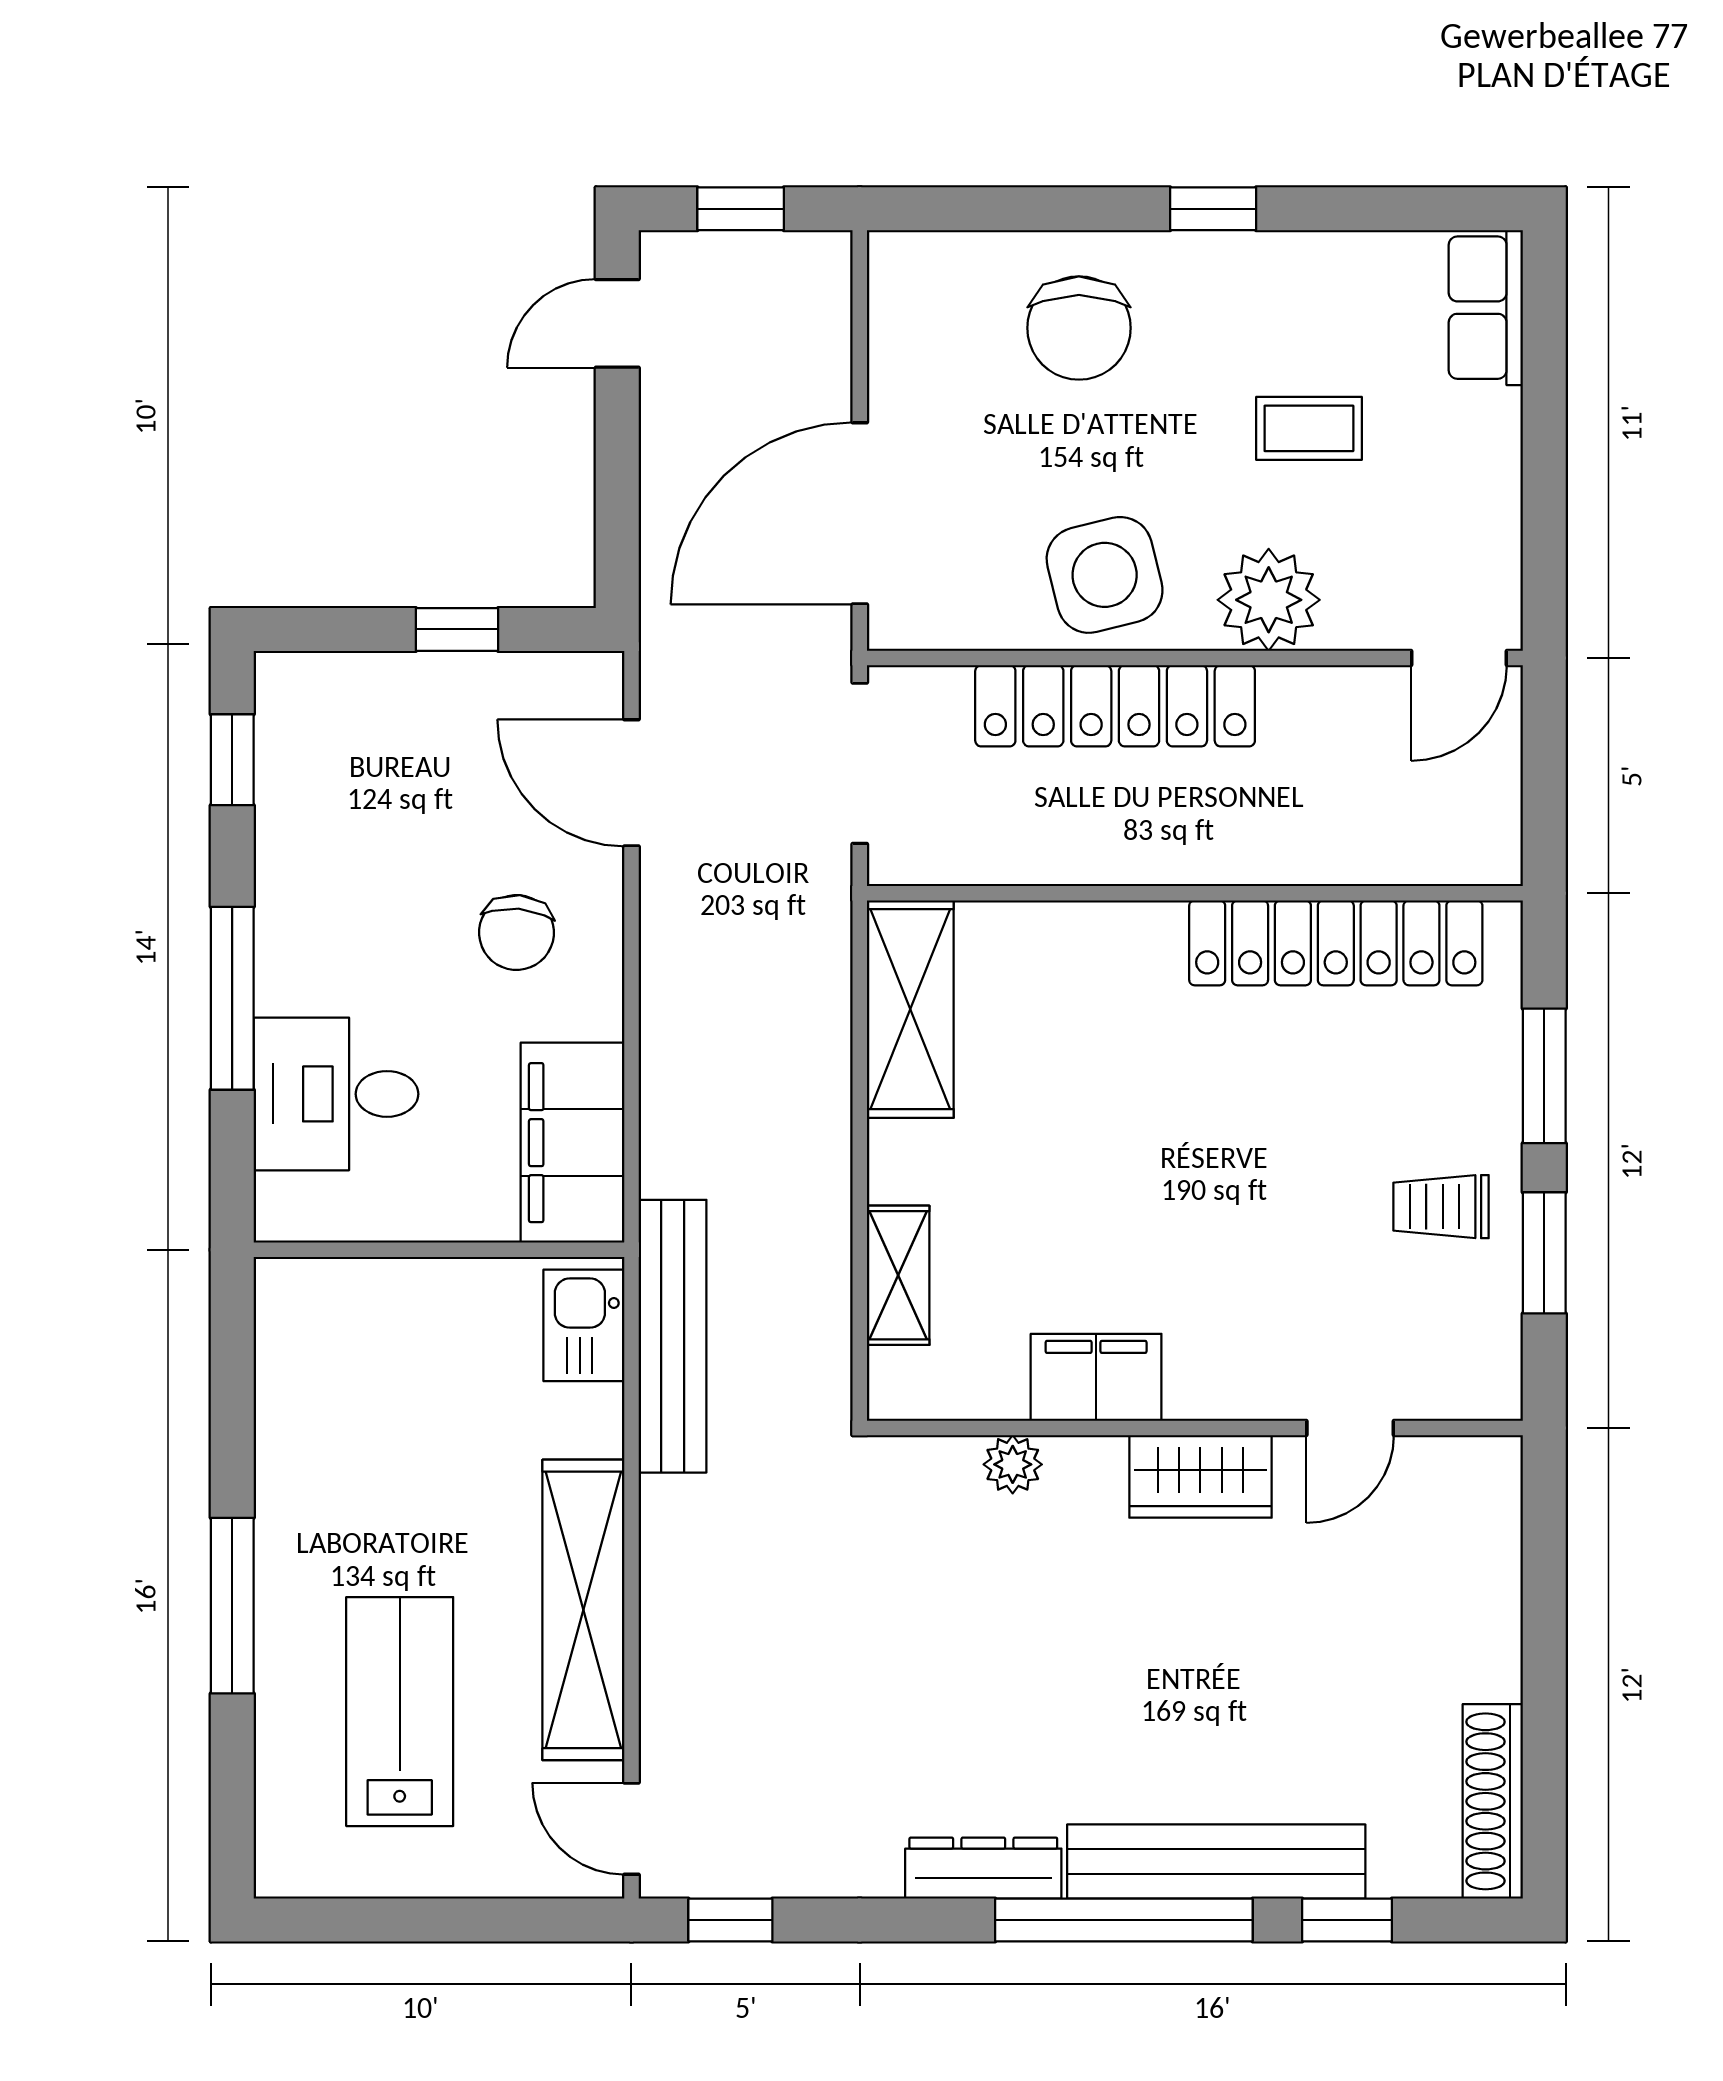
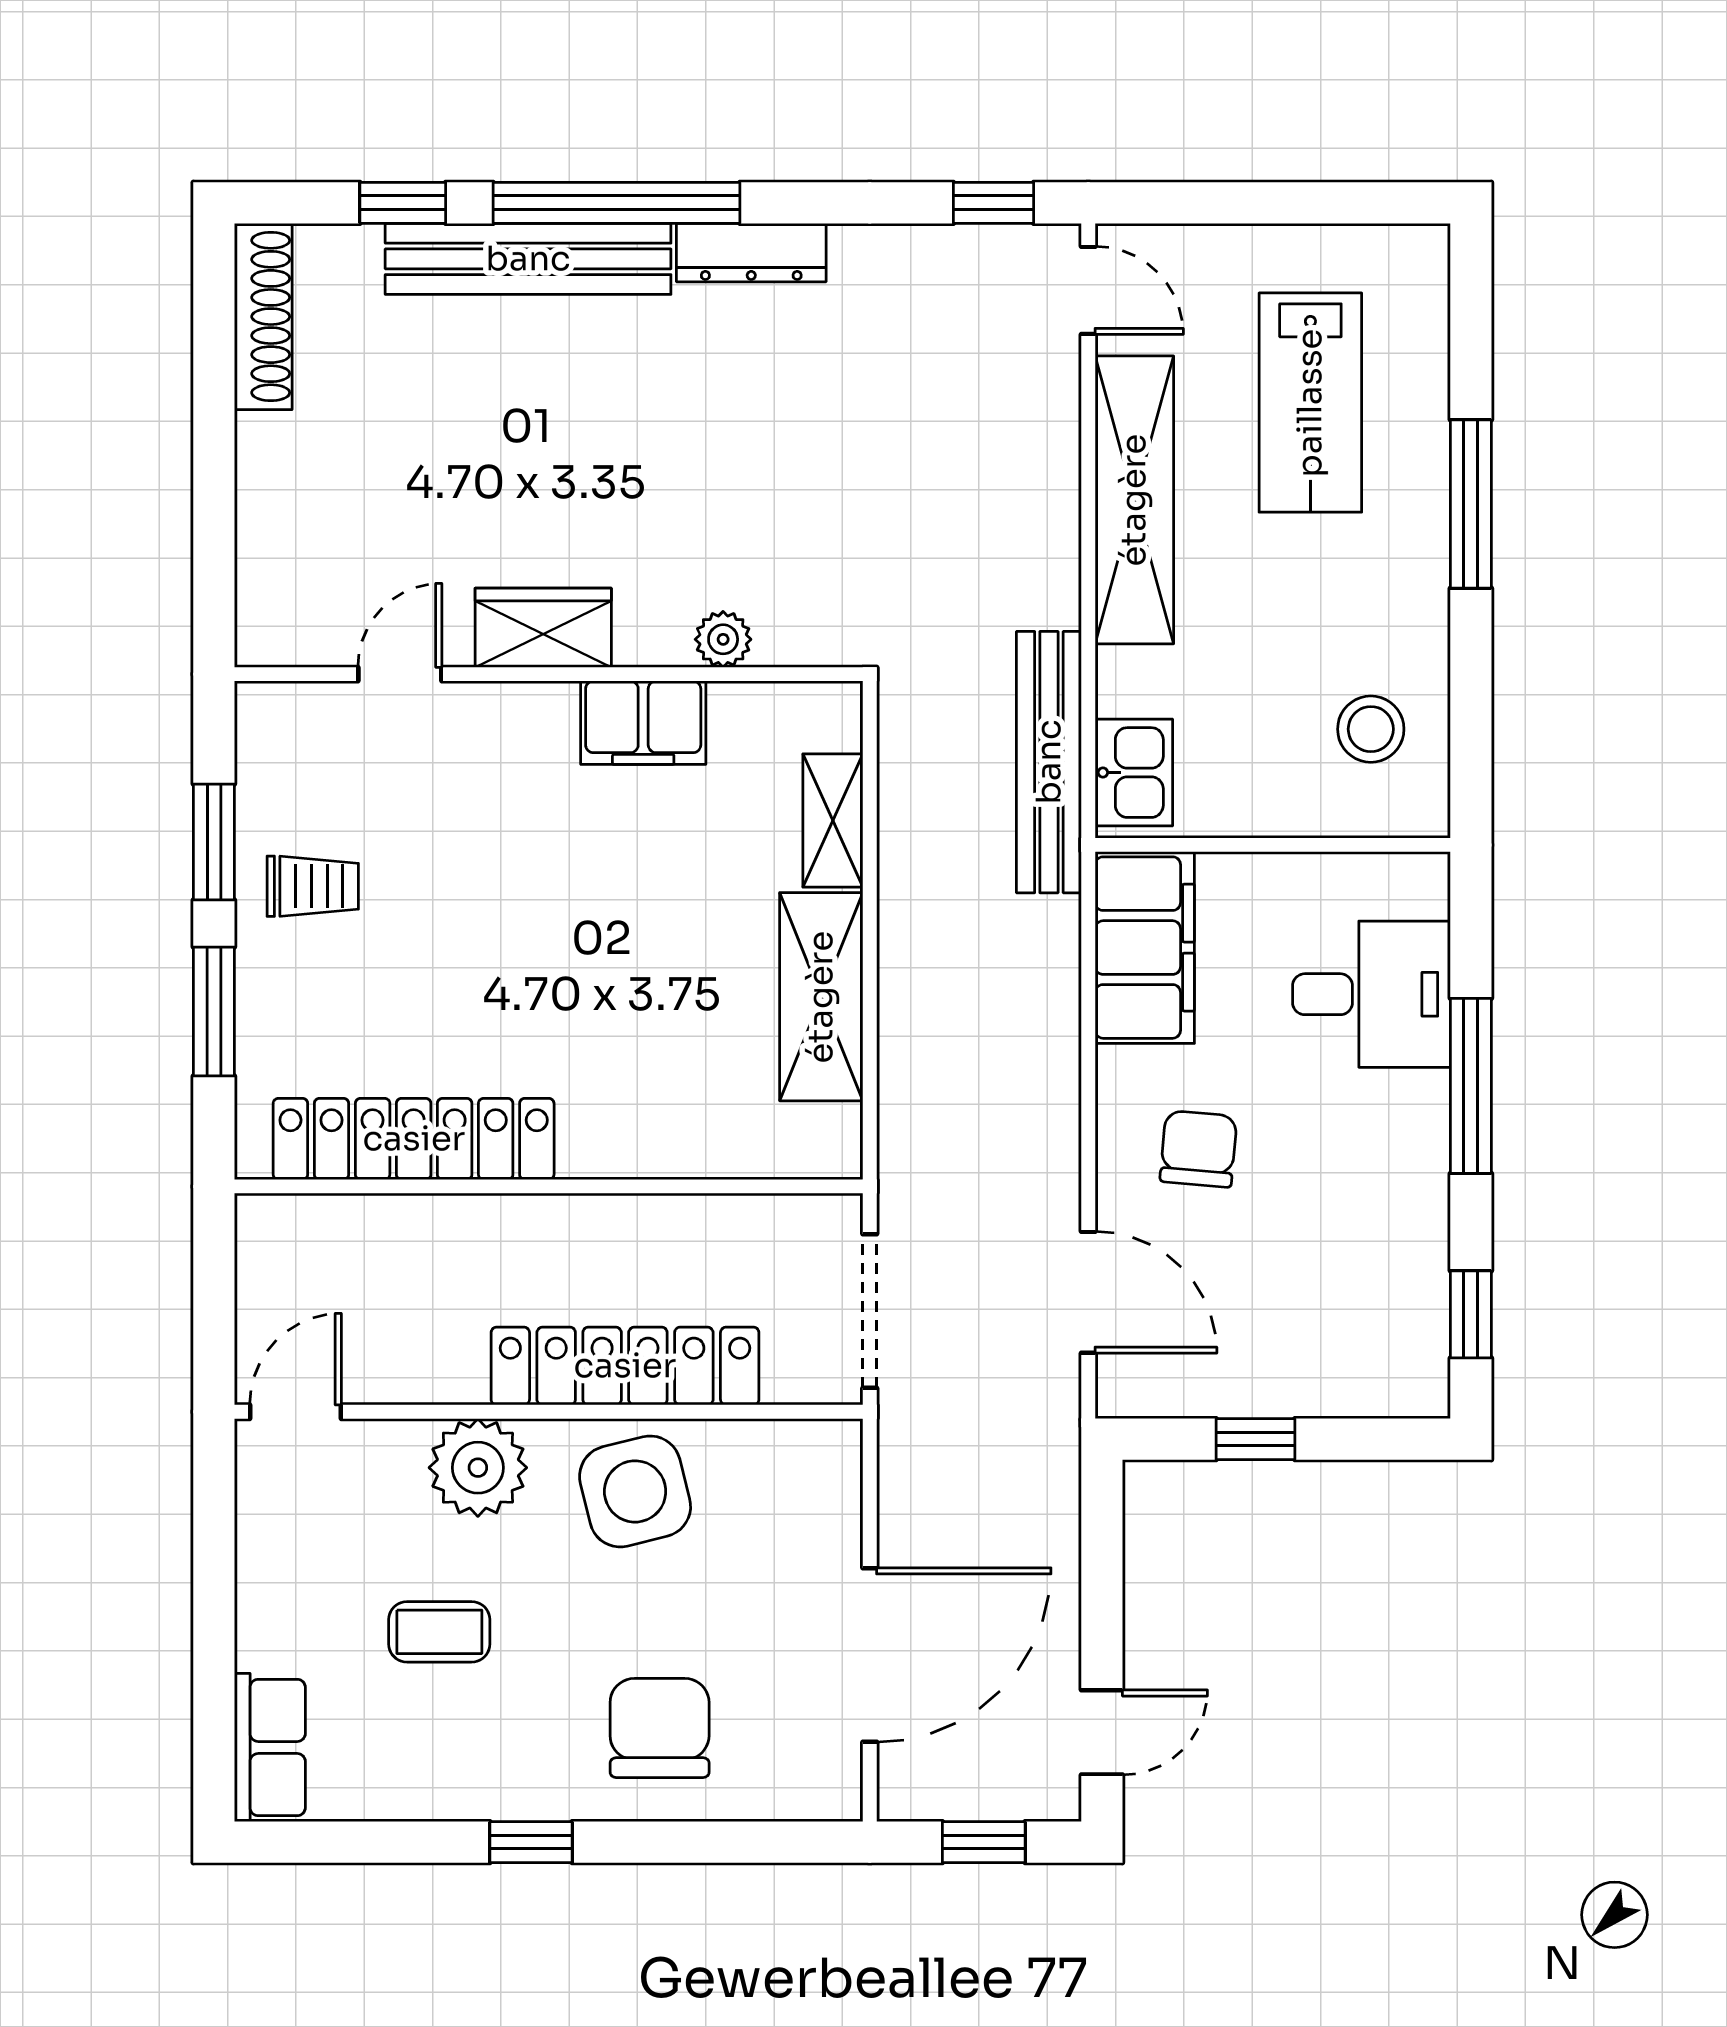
door: (860, 513) -> (870, 1655), moved
shelving: (910, 1009) -> (821, 997), moved
stool: (337, 1371) -> (1371, 729), added

